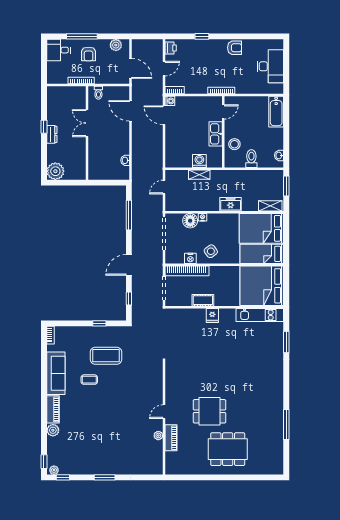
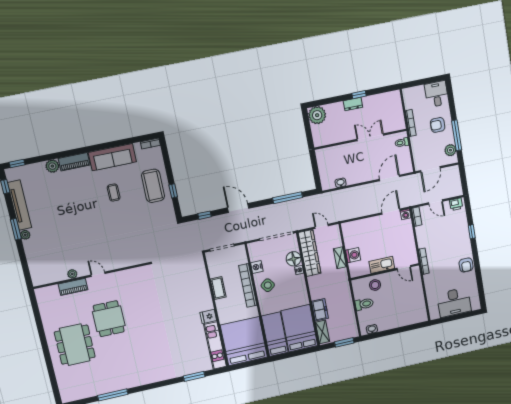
window: (82, 36) -> (457, 135), moved
bathtub: (276, 112) -> (413, 317), removed
wardrobe: (188, 204) -> (310, 253), added
freezer: (231, 204) -> (320, 310), moved
bookcase: (187, 271) -> (248, 285), moved
fridge: (212, 316) -> (208, 316), moved
coffee table: (106, 356) -> (153, 186), moved
tv unit: (83, 469) -> (20, 205), added
plant: (54, 470) -> (25, 235), moved

